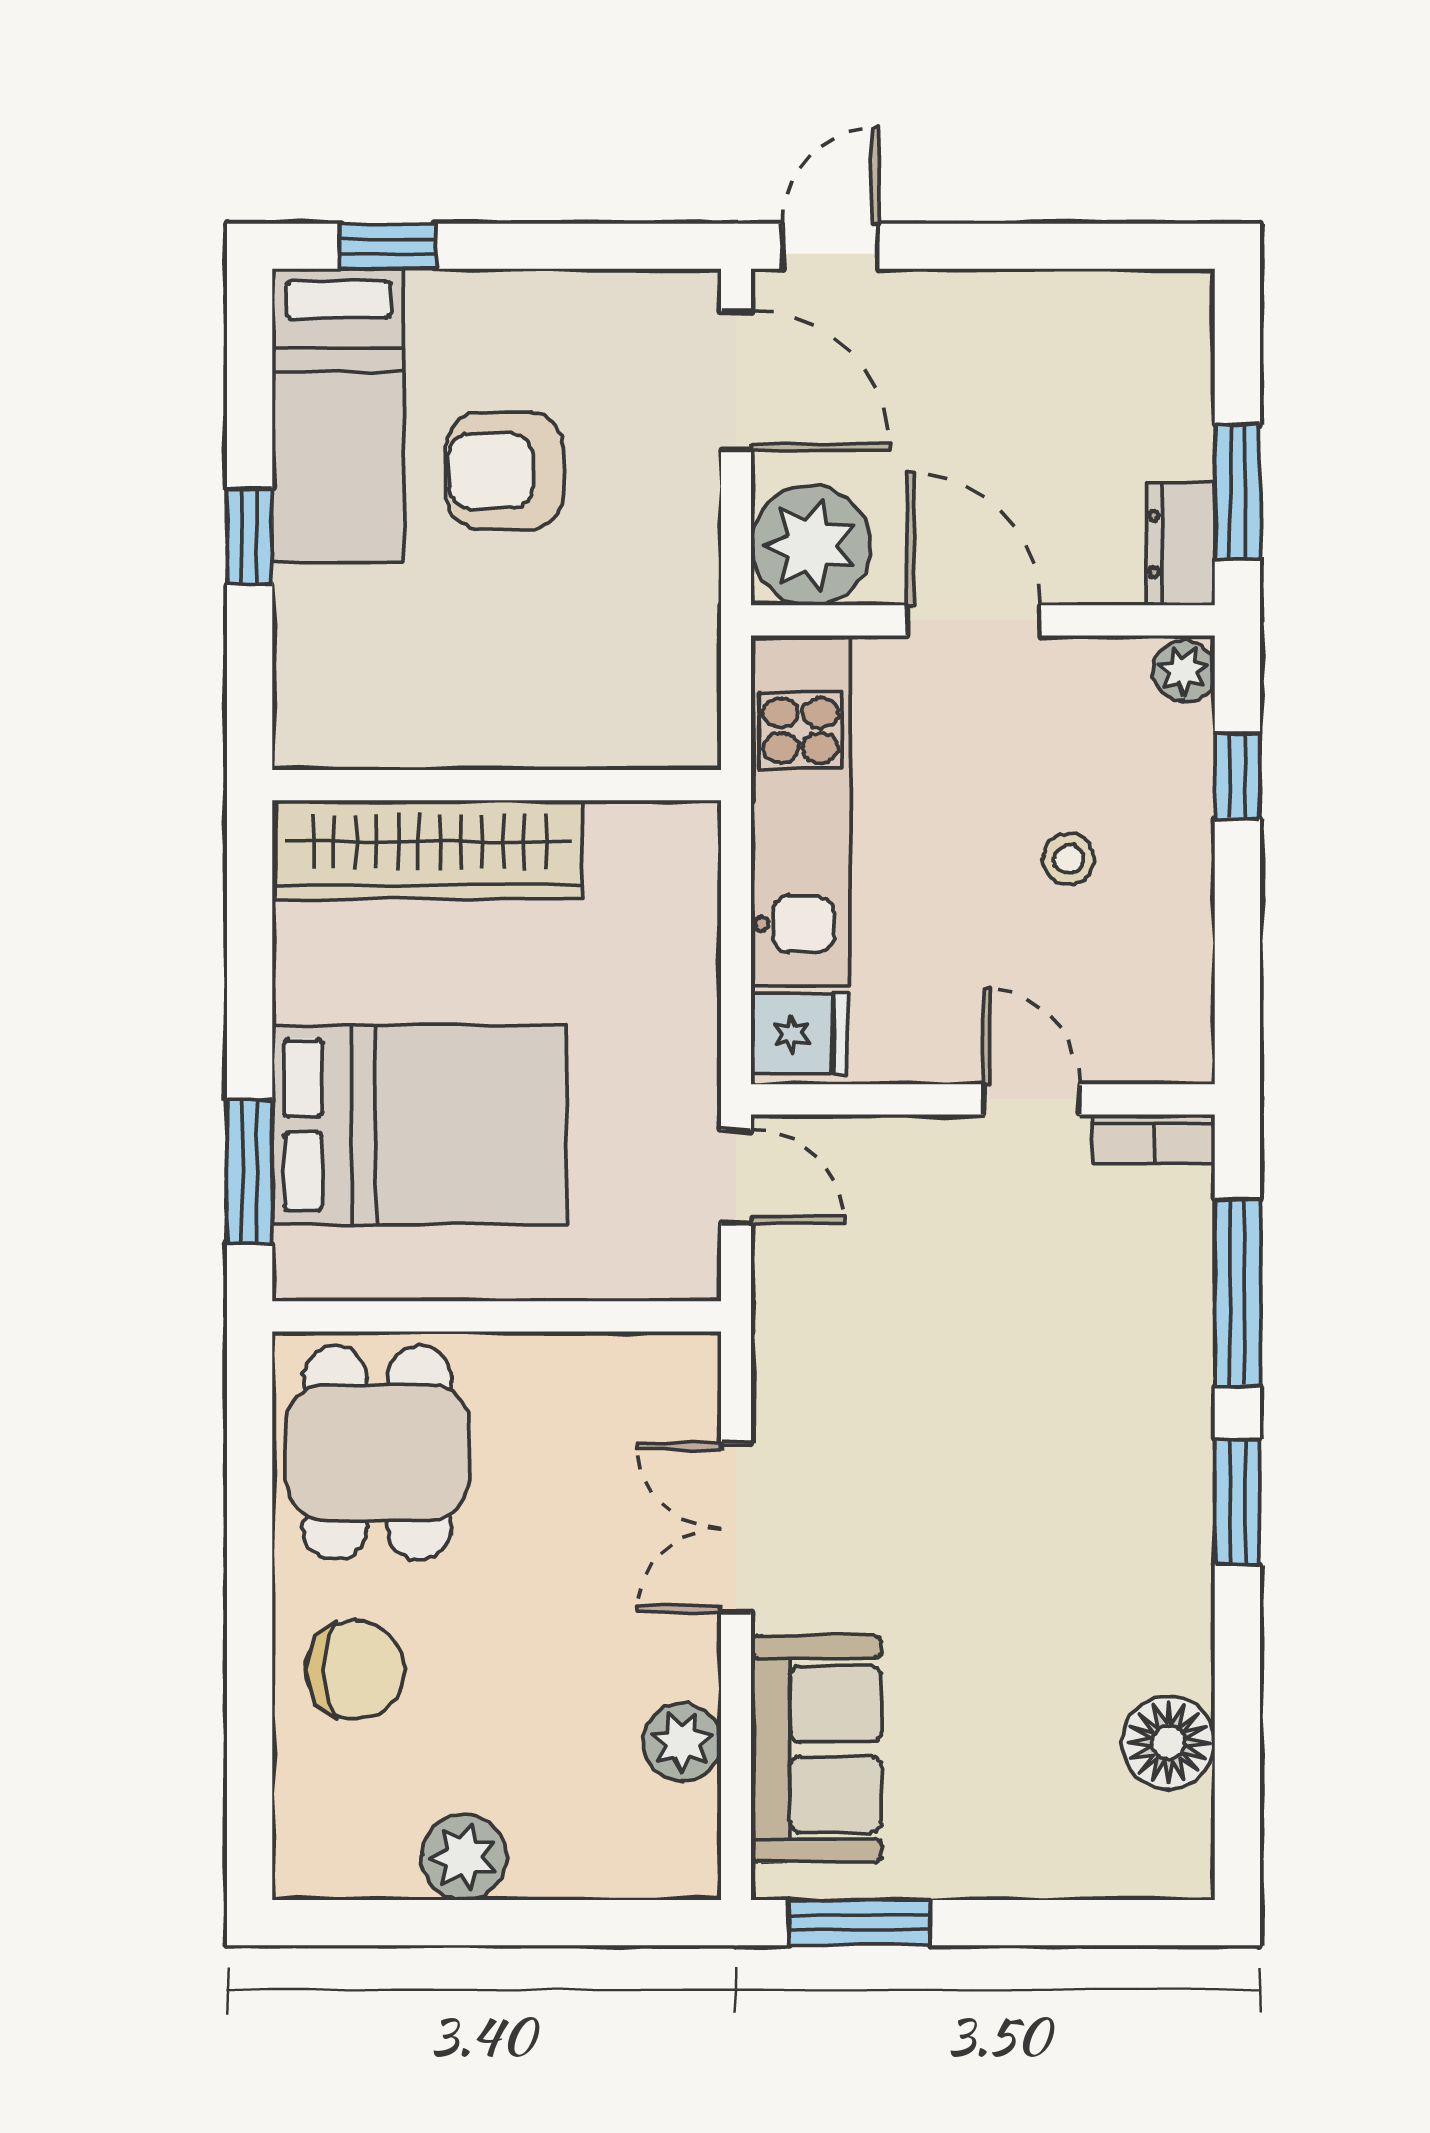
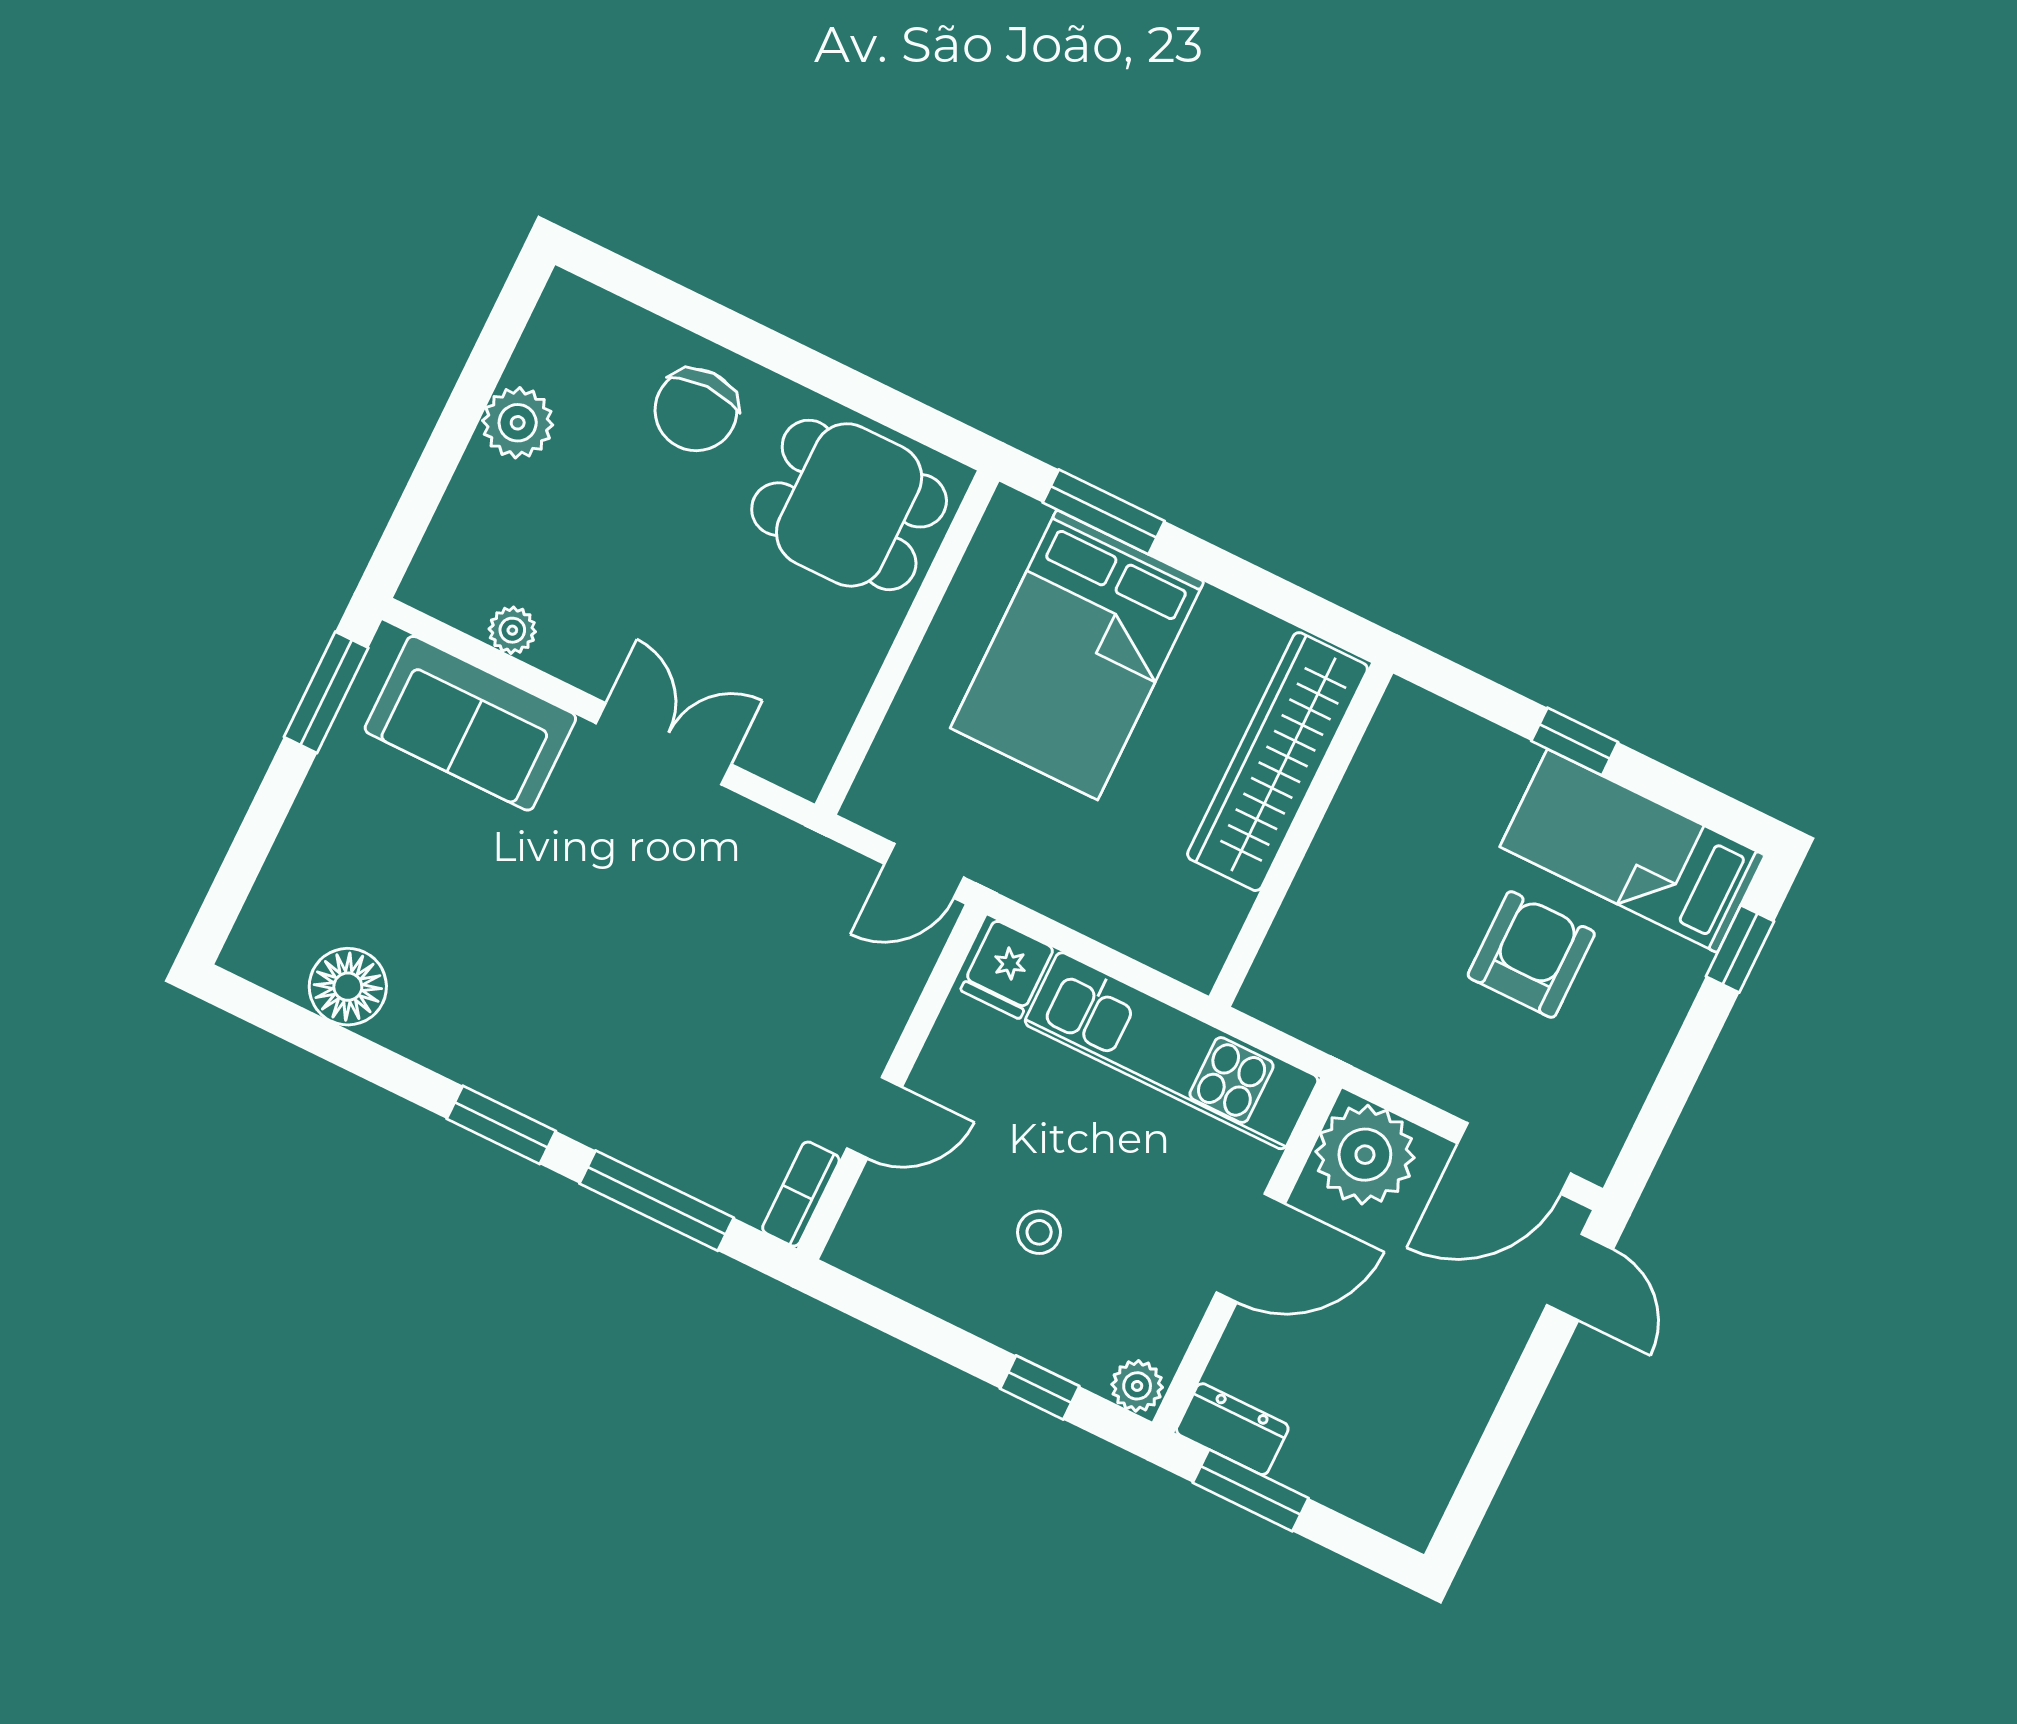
plant: (682, 1742) -> (512, 630), width x0.73, depth x0.73

